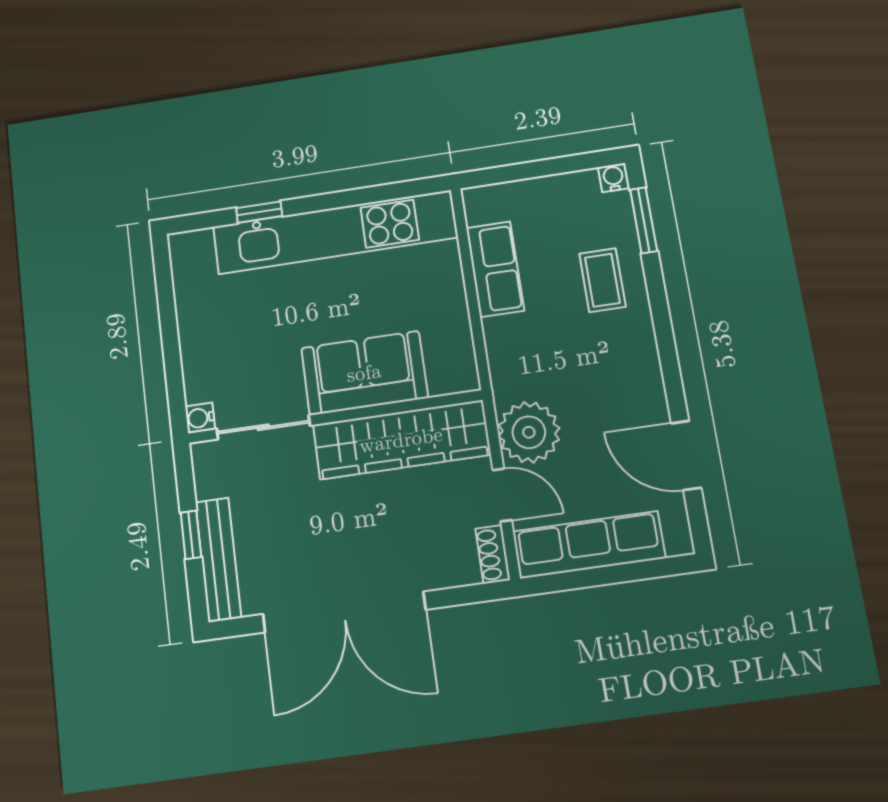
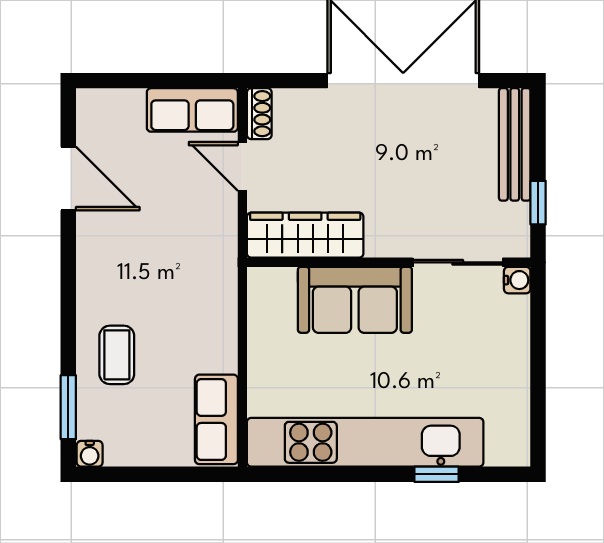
row of seats: (495, 269) -> (216, 419), moved
plant: (529, 432) -> (209, 221), removed
wardrobe: (401, 440) -> (305, 235), width x0.71, depth x0.85
window: (191, 535) -> (538, 203), moved
row of seats: (589, 545) -> (192, 110), width x0.68

